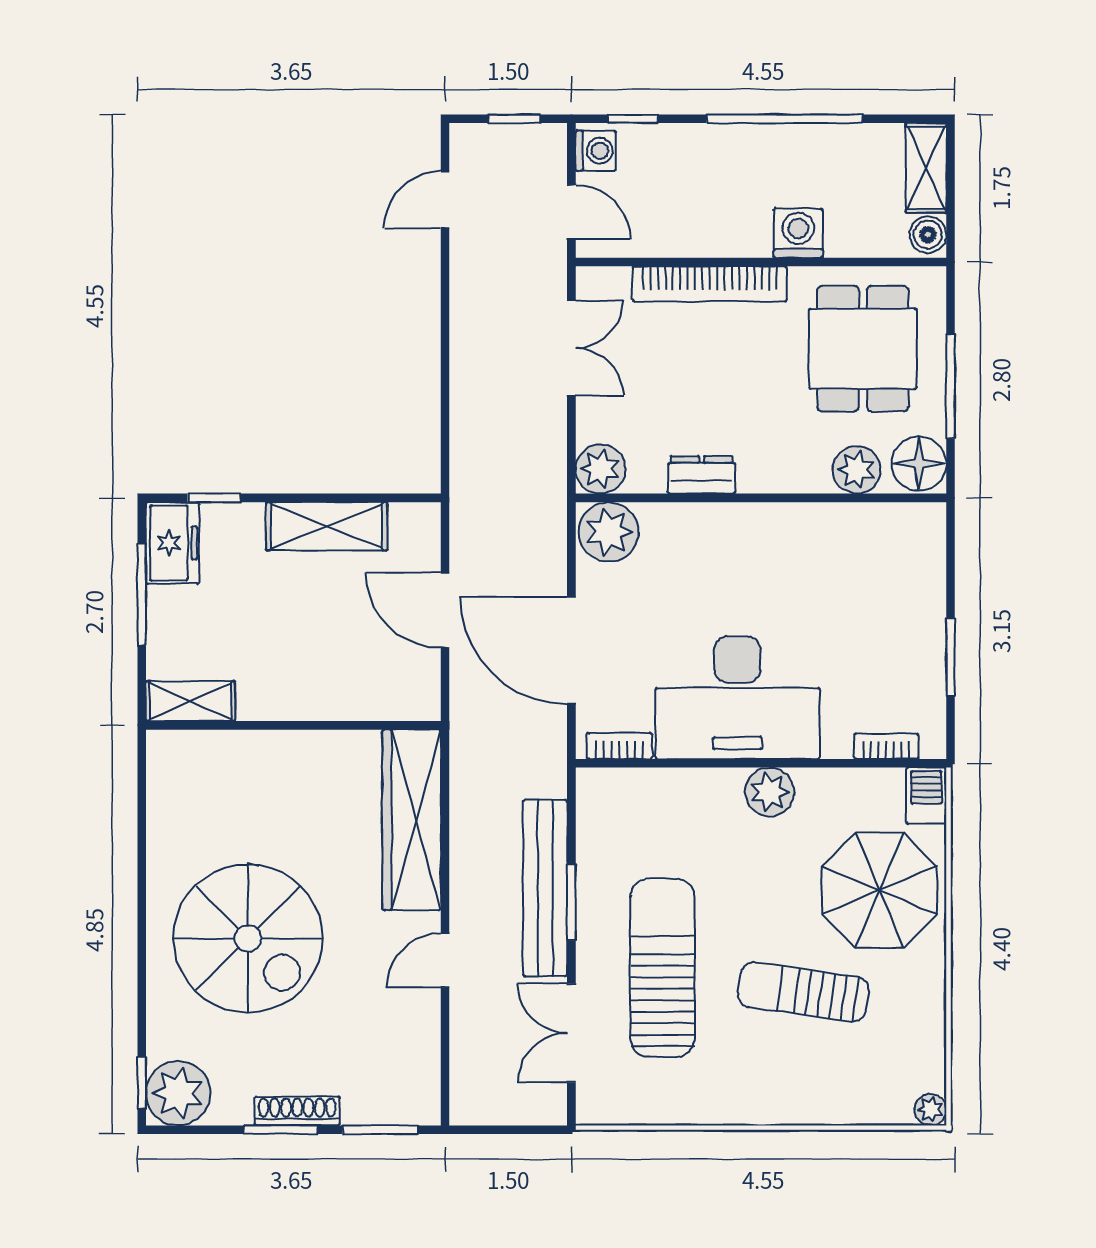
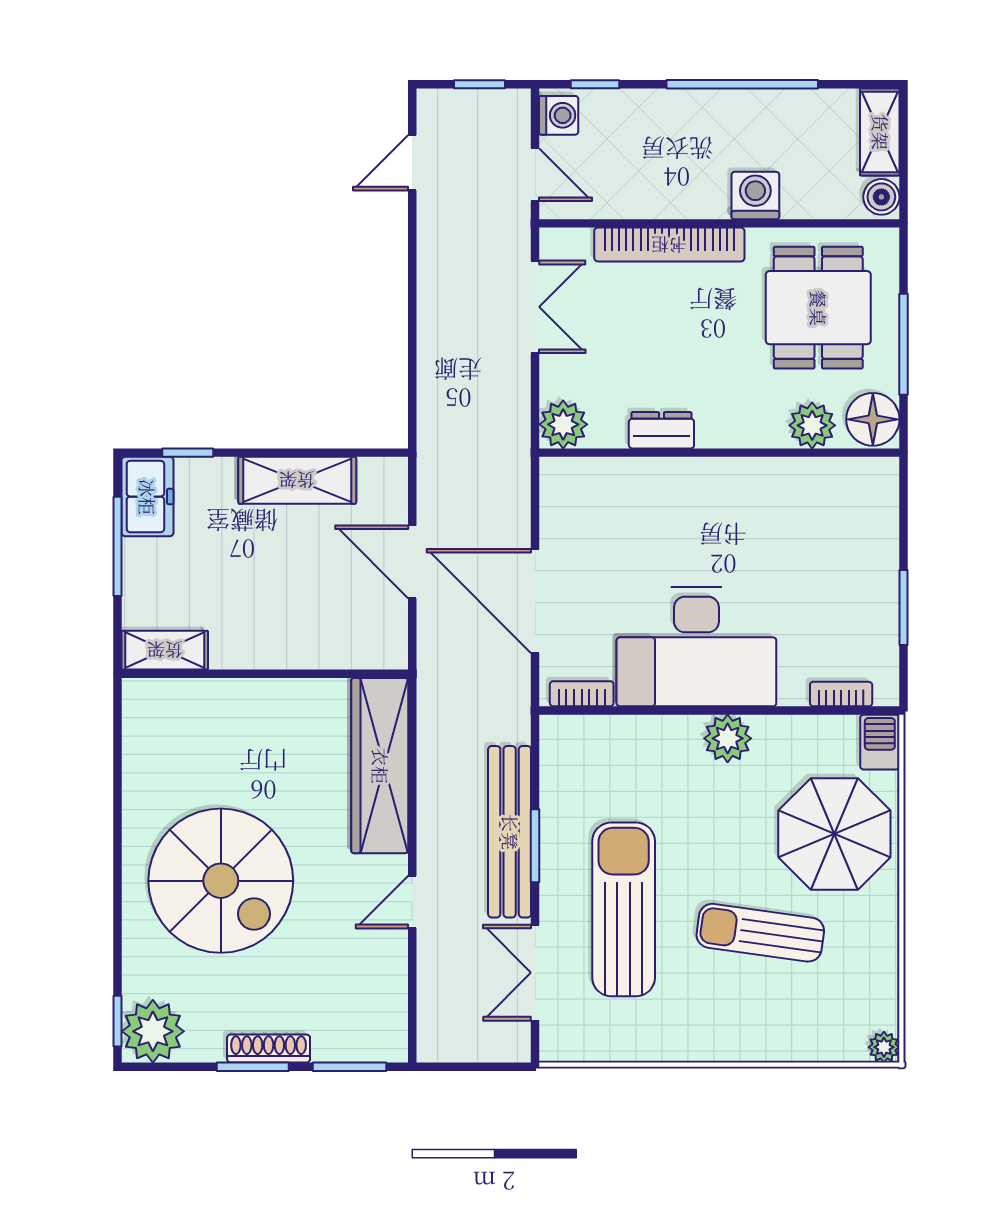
plant: (609, 532) -> (571, 486), removed

